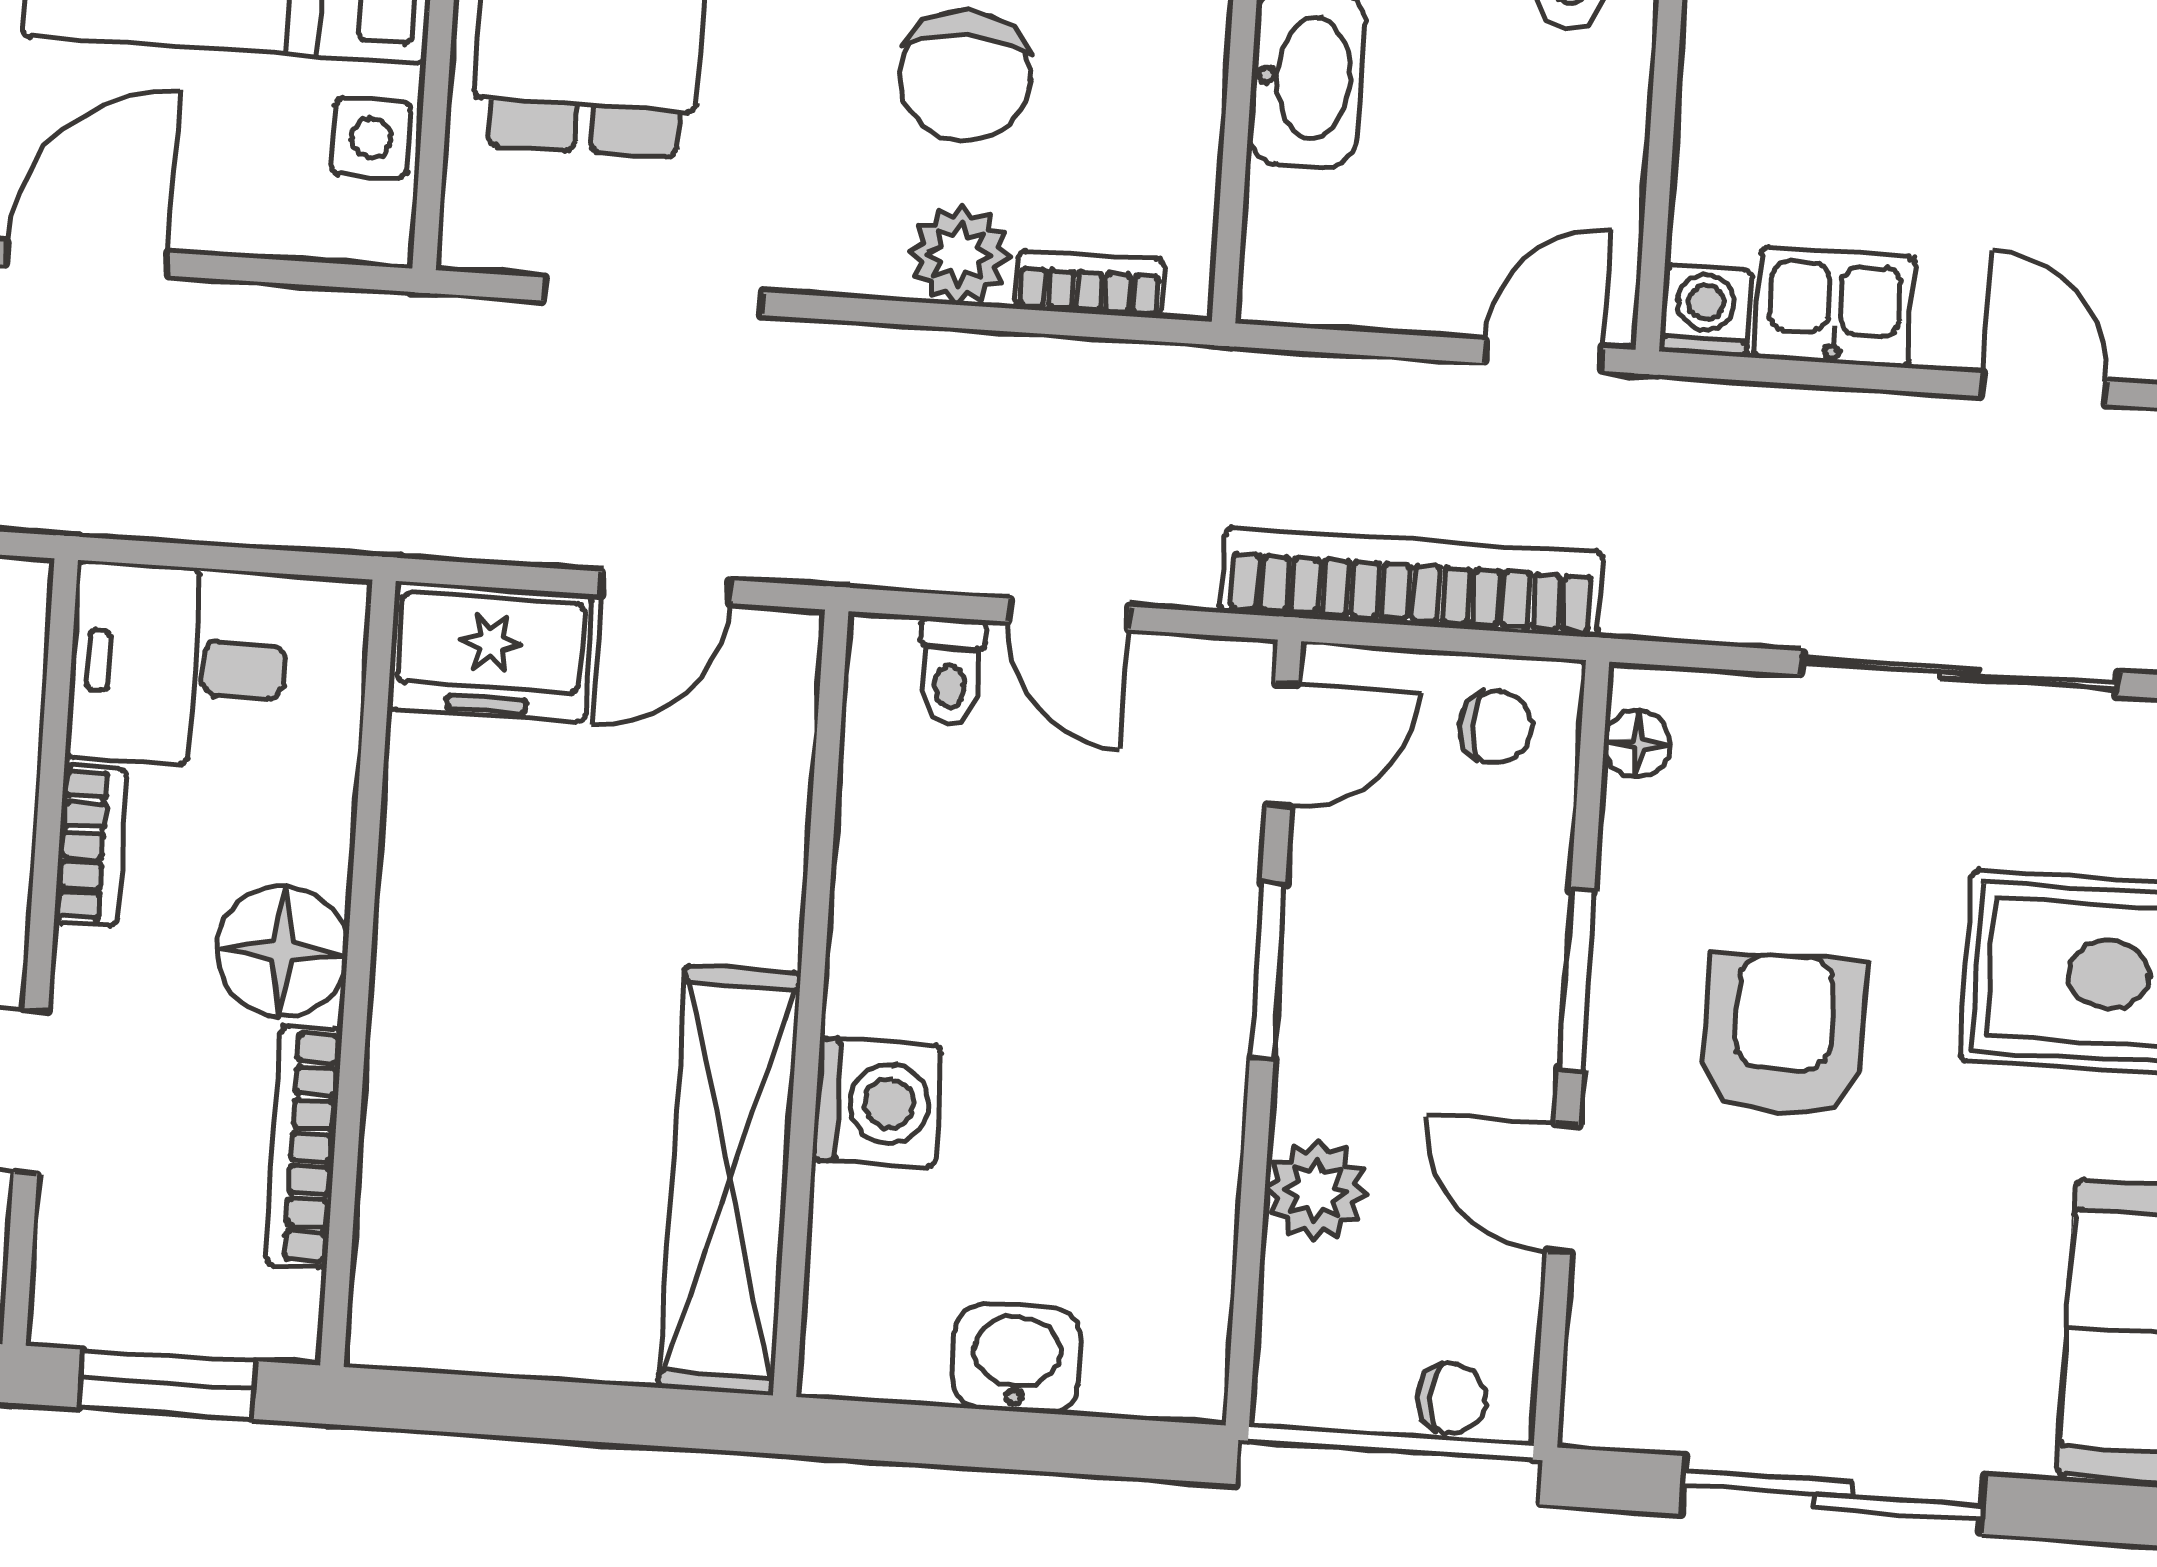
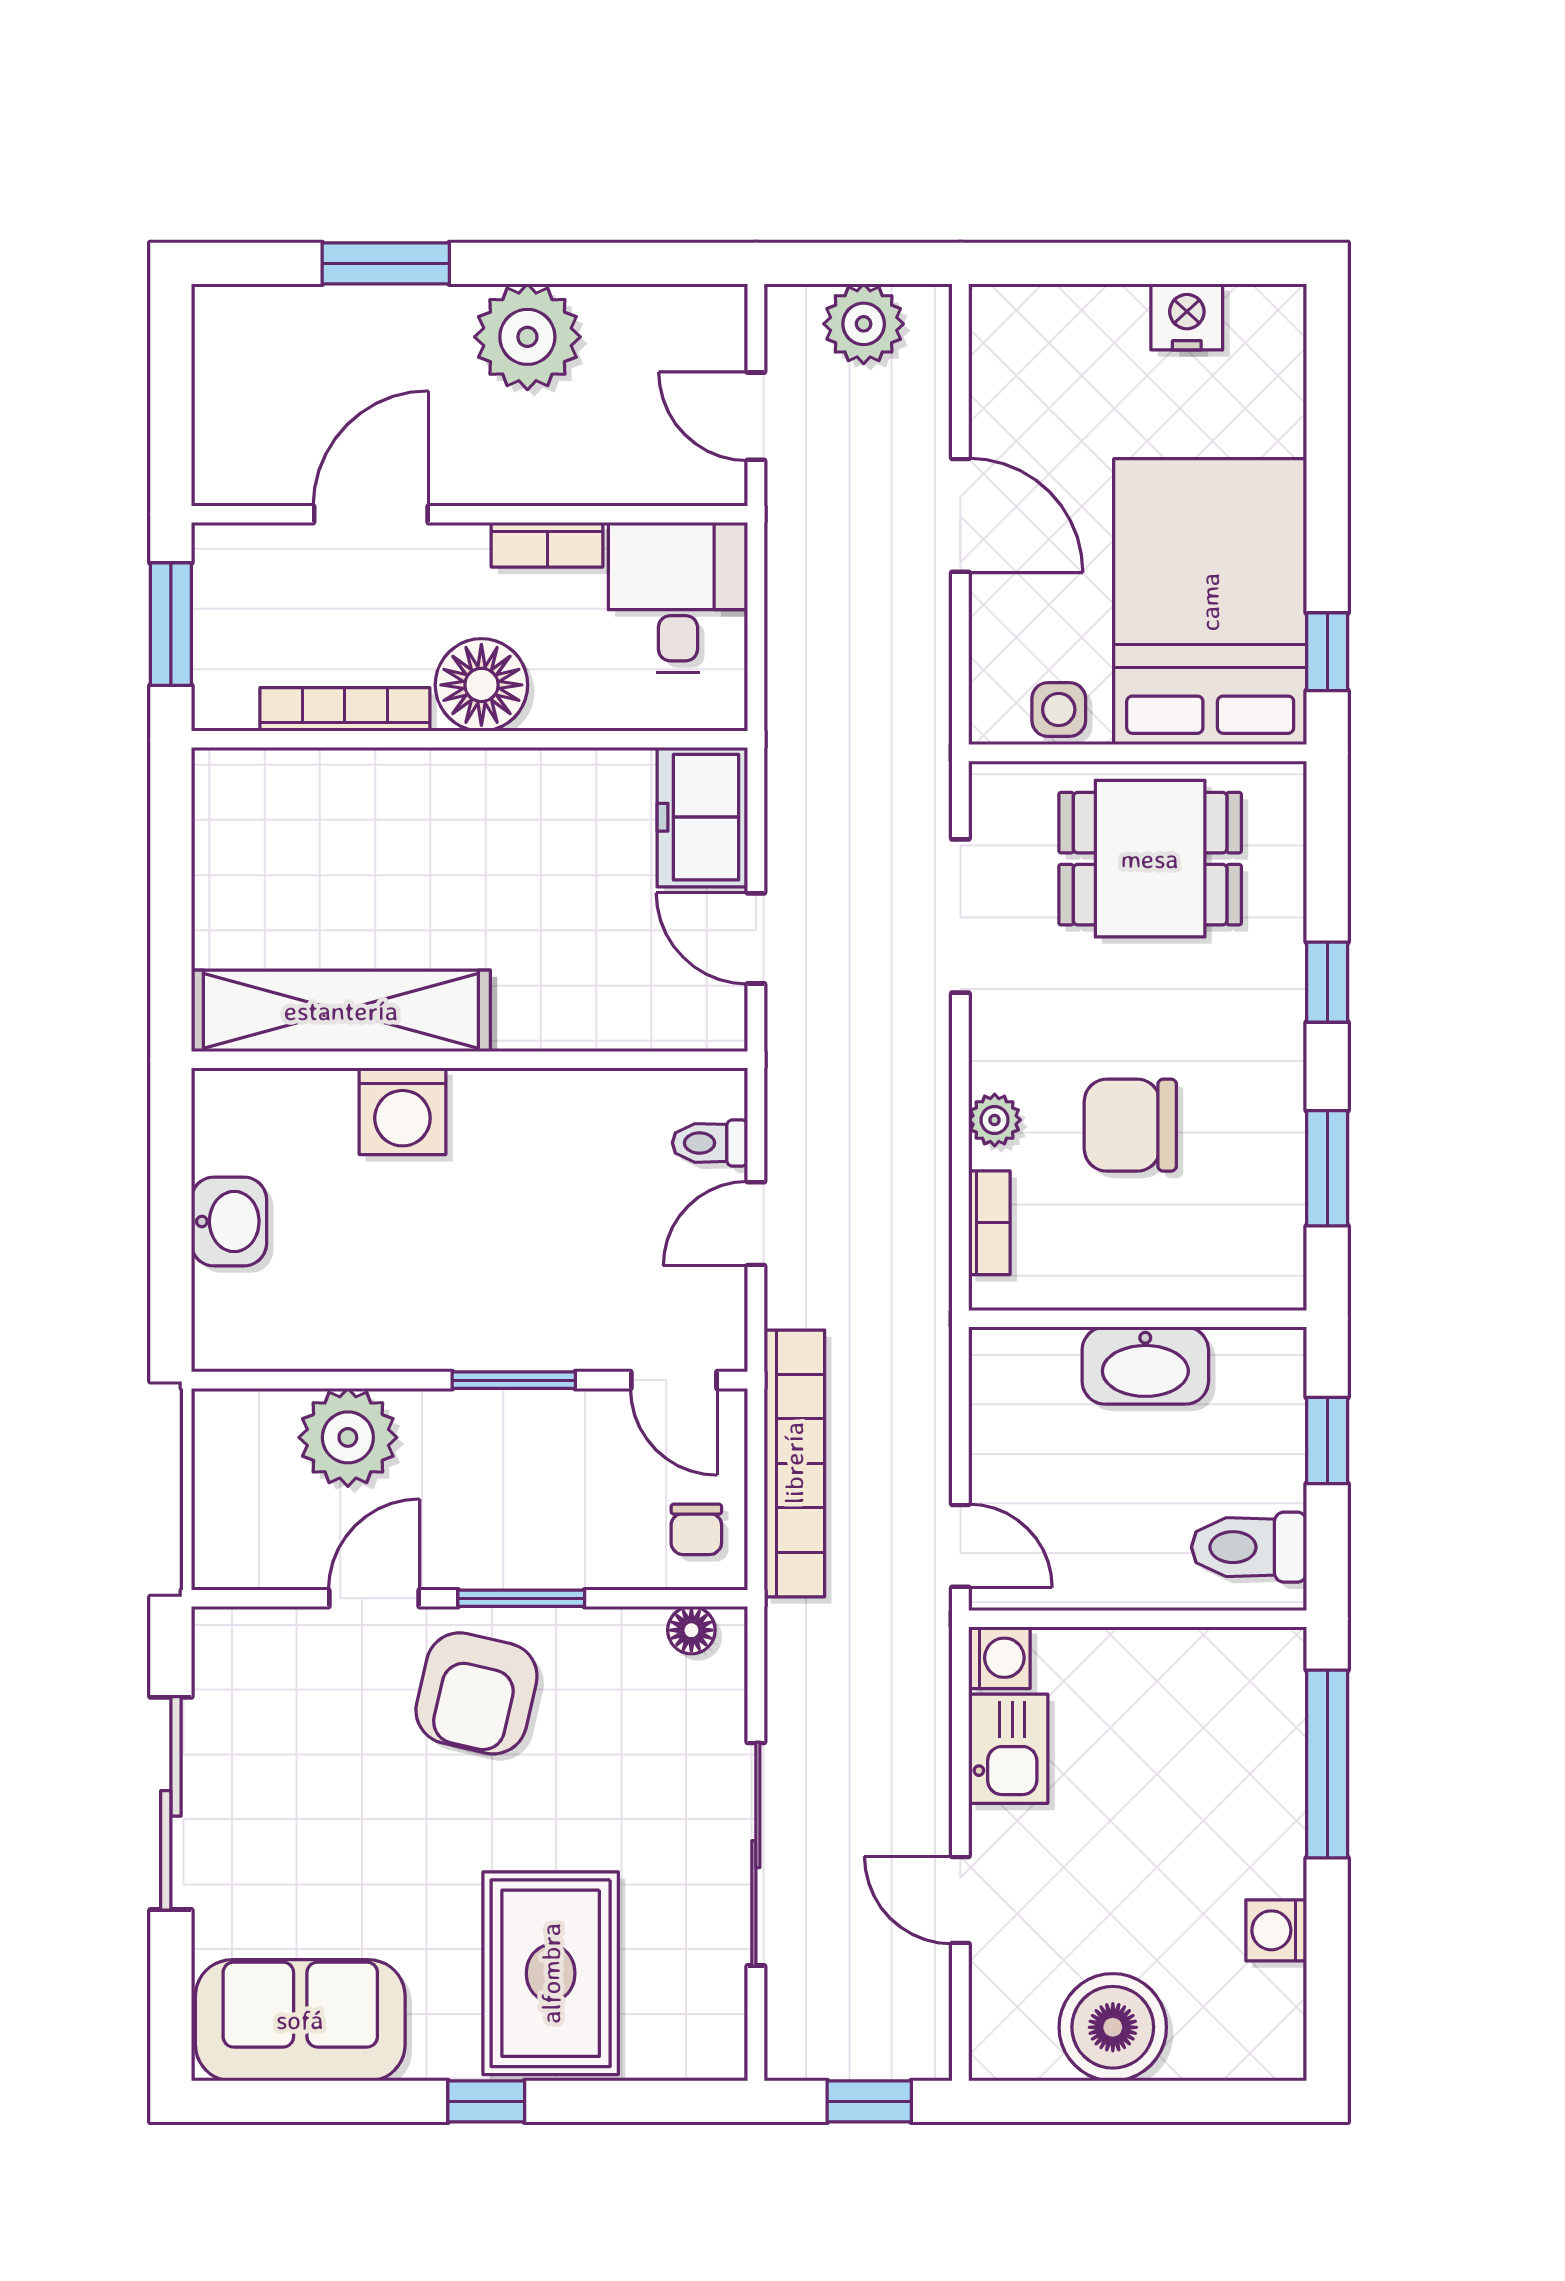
plant: (960, 254) -> (995, 1120), width x0.73, depth x0.73
door: (2044, 389) -> (960, 1900), swing flipped
armchair: (1783, 1035) -> (476, 1693), moved, turned 103
plant: (1316, 1191) -> (348, 1437), width x1.36, depth x1.36
chair: (1452, 1398) -> (221, 1530), removed

